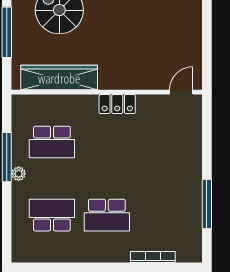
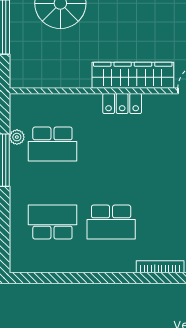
wardrobe: (59, 78) -> (133, 75), moved
plant: (19, 174) -> (17, 137), moved

